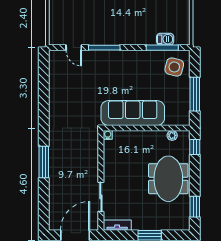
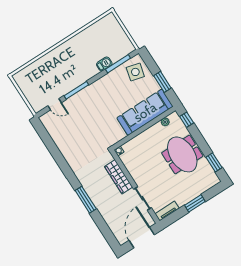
barbecue: (165, 39) -> (104, 64), moved
window: (195, 94) -> (162, 82), width x0.69
sofa: (133, 113) -> (145, 112), moved
wardrobe: (91, 160) -> (119, 177), added

